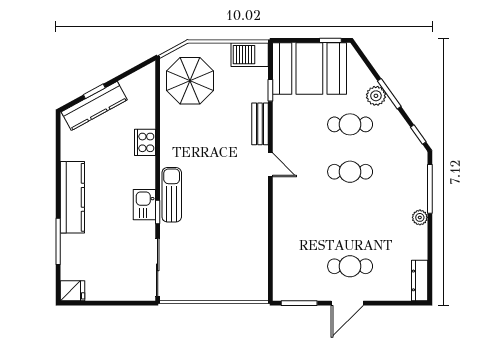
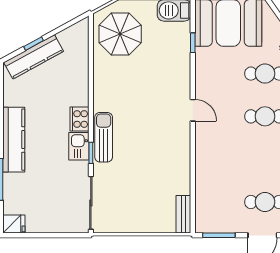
bench: (260, 124) -> (183, 214), moved
cooker: (145, 142) -> (79, 119), moved

